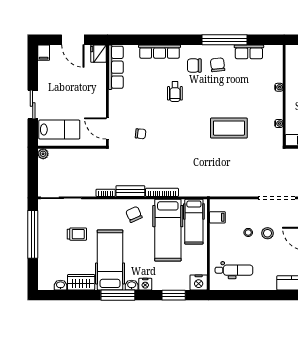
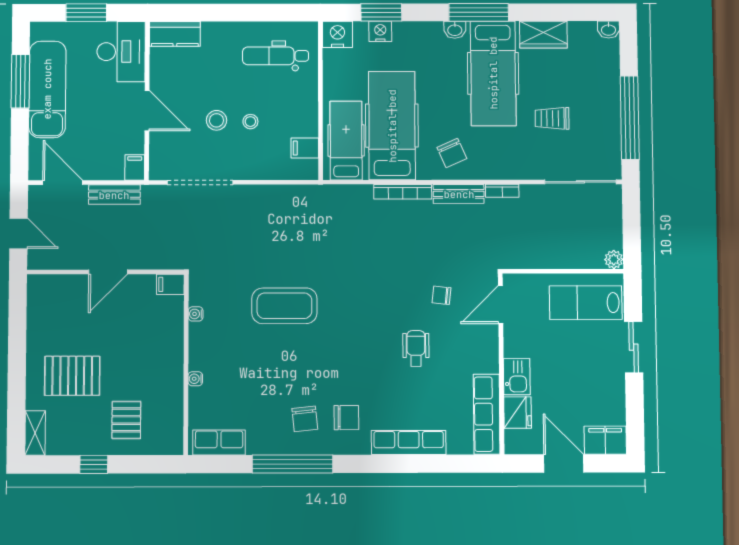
row of seats: (249, 52) -> (219, 442), moved
filing cabinet: (44, 53) -> (605, 440), width x2.00
fridge: (98, 54) -> (518, 413), moved
kitchen sink: (99, 88) -> (517, 377), added
wheelchair: (175, 92) -> (416, 348), moved
door: (107, 128) -> (501, 305), swing flipped
nightstand: (145, 284) -> (380, 31), moved
washbasin: (60, 285) -> (608, 30), moved

